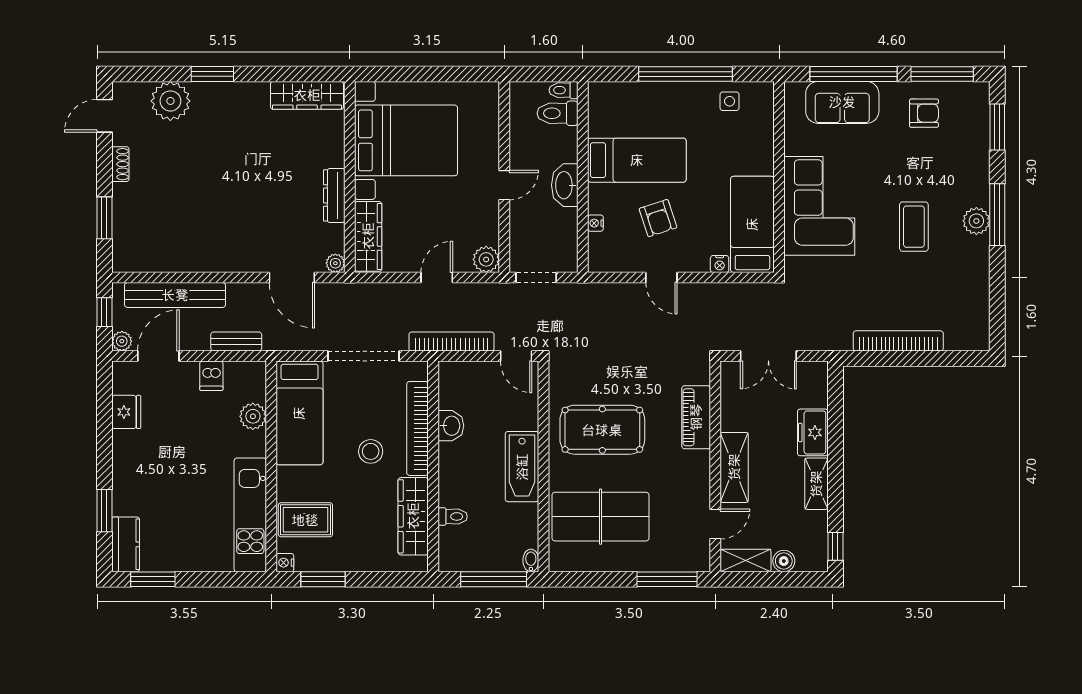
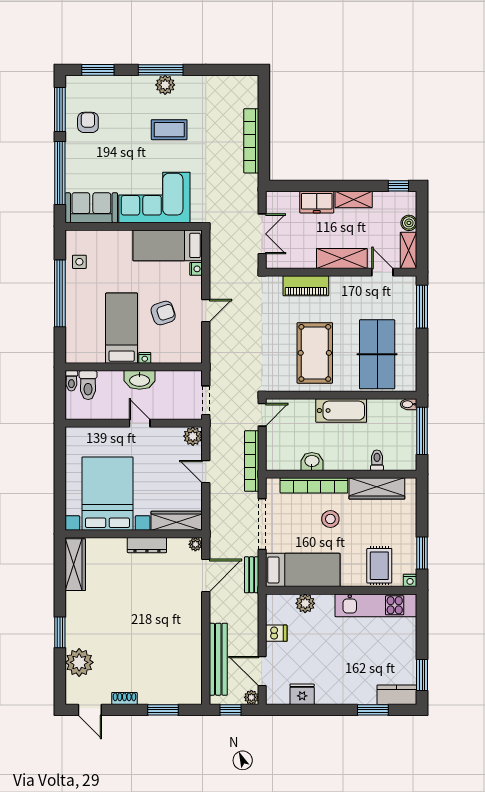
sofa: (842, 102) -> (91, 208), moved, turned -90
nightstand: (595, 223) -> (145, 358), moved
bench: (236, 341) -> (252, 575), moved

